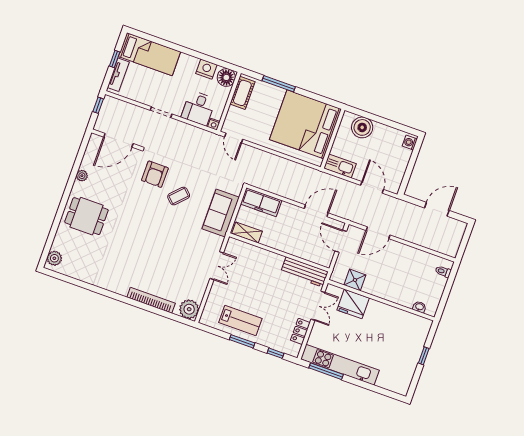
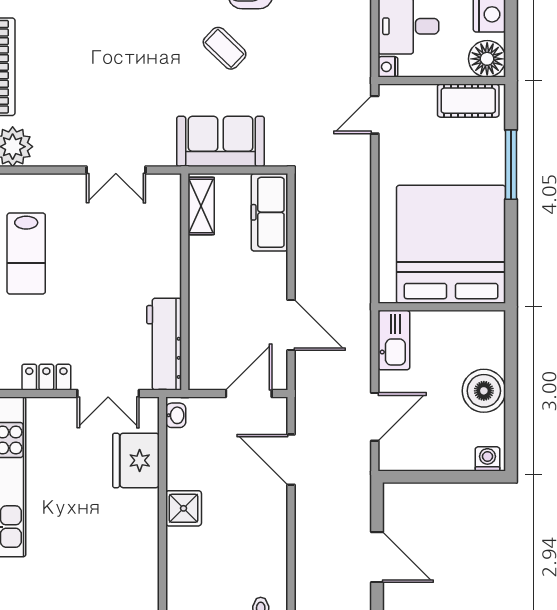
boiler: (362, 127) -> (484, 391), moved
shower: (355, 280) -> (184, 508), moved
washbasin: (419, 307) -> (176, 415), moved

